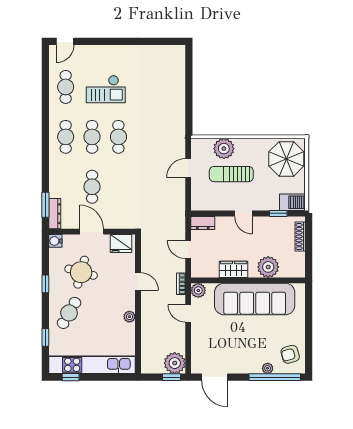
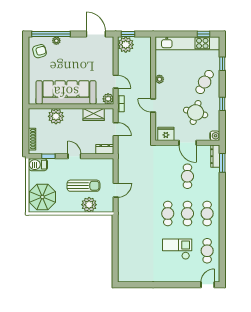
wardrobe: (234, 269) -> (94, 115), moved

